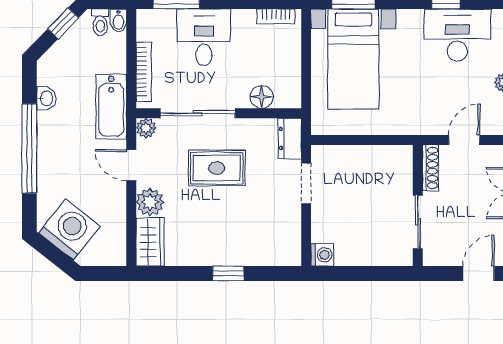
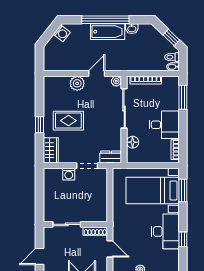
desk: (457, 35) -> (165, 231), moved
desk: (204, 37) -> (164, 125), moved
bathtub: (111, 107) -> (108, 32), moved, turned 180
rug: (217, 168) -> (68, 121), moved, turned 90
washing machine: (69, 230) -> (62, 33), width x0.53, depth x0.53
wardrobe: (150, 242) -> (51, 150), moved, turned -90
washing machine: (322, 255) -> (69, 174), moved
door: (479, 273) -> (40, 256), swing flipped

